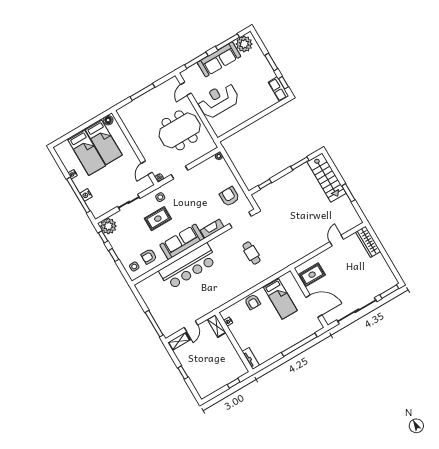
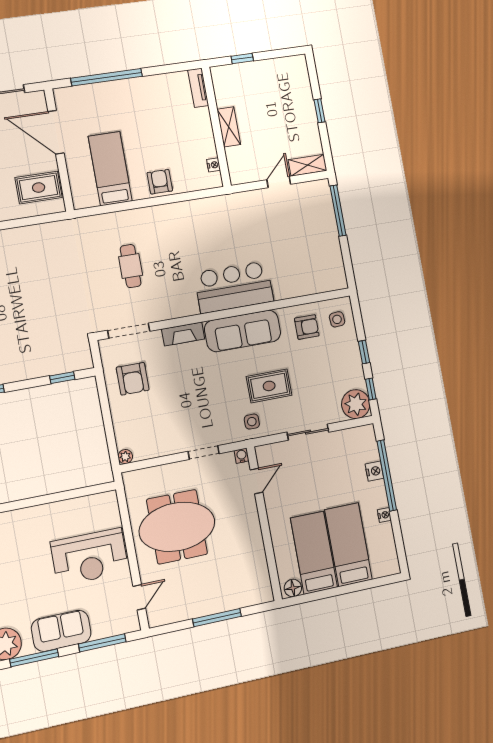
sofa: (219, 59) -> (61, 631), width x0.73
bar counter: (188, 266) -> (234, 287), width x0.73
shelving: (217, 326) -> (229, 127), moved

